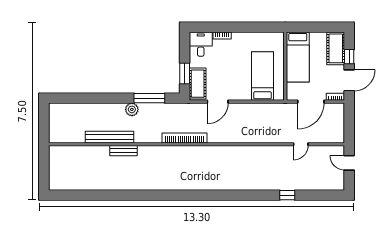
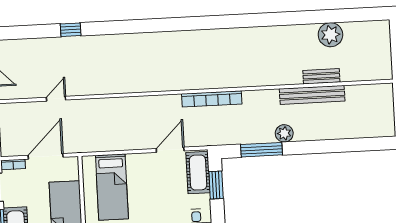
bench: (124, 151) -> (321, 76), moved
plant: (93, 181) -> (330, 35), added

